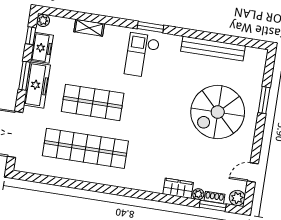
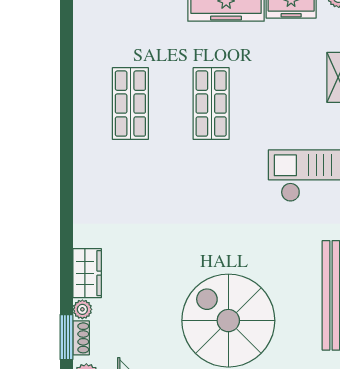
shop shelf: (93, 102) -> (211, 104), width x0.70, depth x0.74
shop shelf: (85, 148) -> (130, 104), width x0.50, depth x0.74

